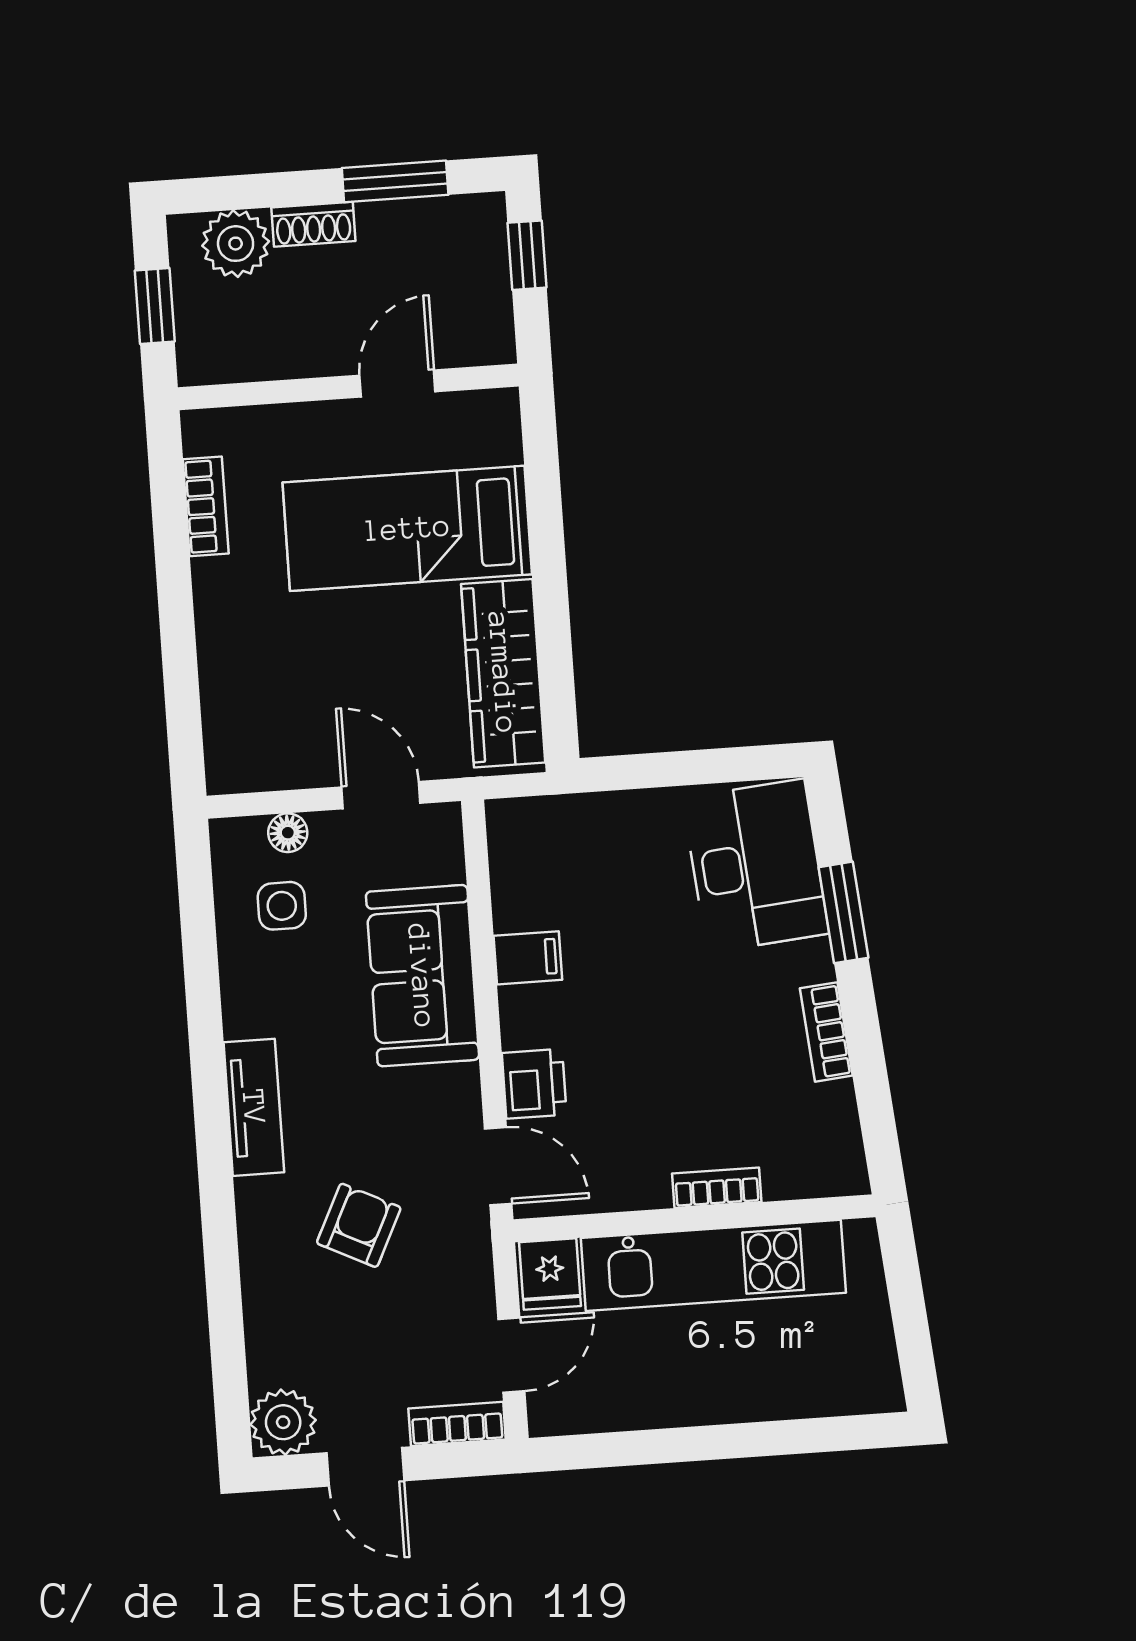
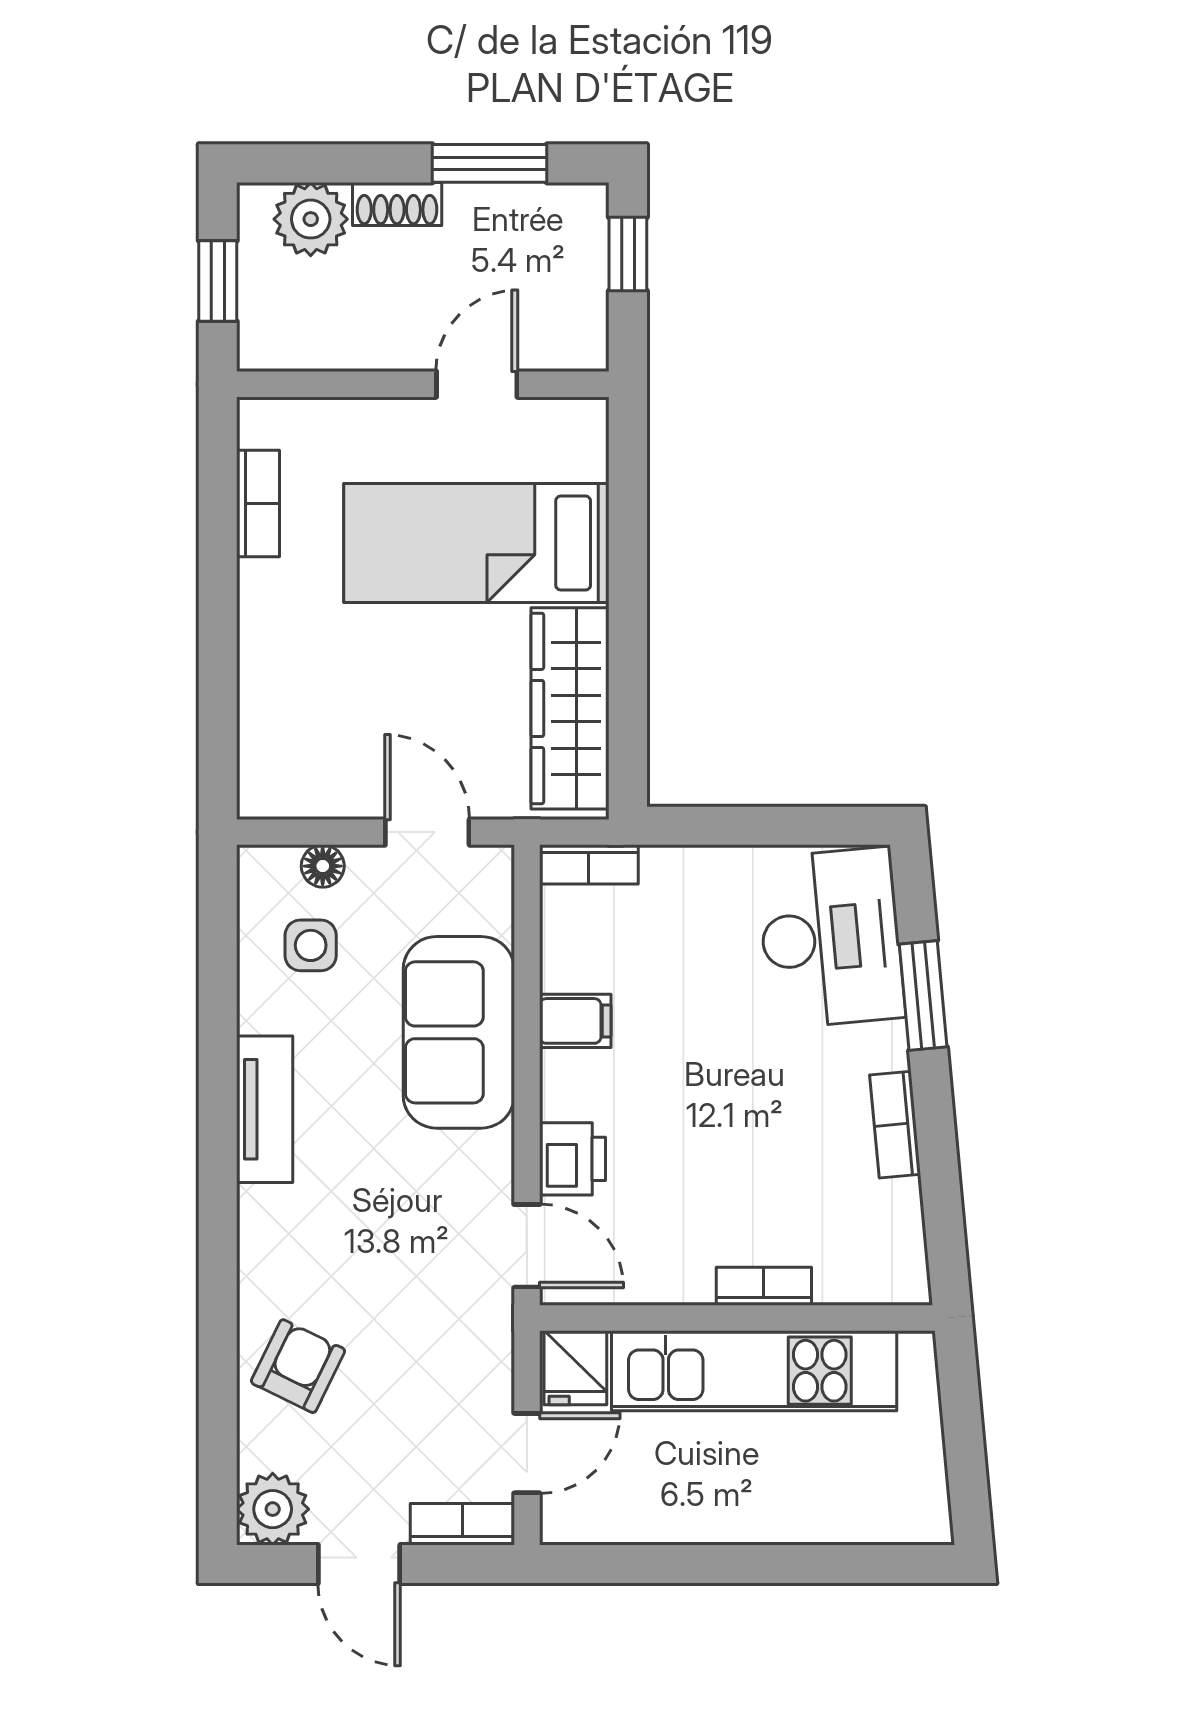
bookcase: (530, 814) -> (589, 864), added
tv unit: (254, 1107) -> (265, 1109), moved
armchair: (359, 1225) -> (298, 1366), moved

